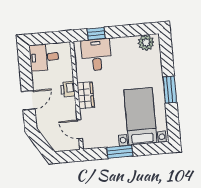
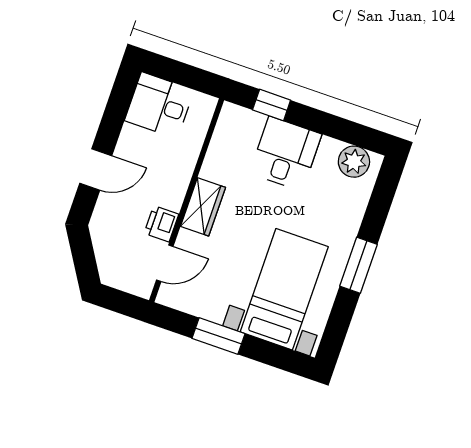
desk: (96, 55) -> (286, 154), moved
printer: (68, 89) -> (161, 224), moved
door: (80, 129) -> (165, 263), swing flipped

